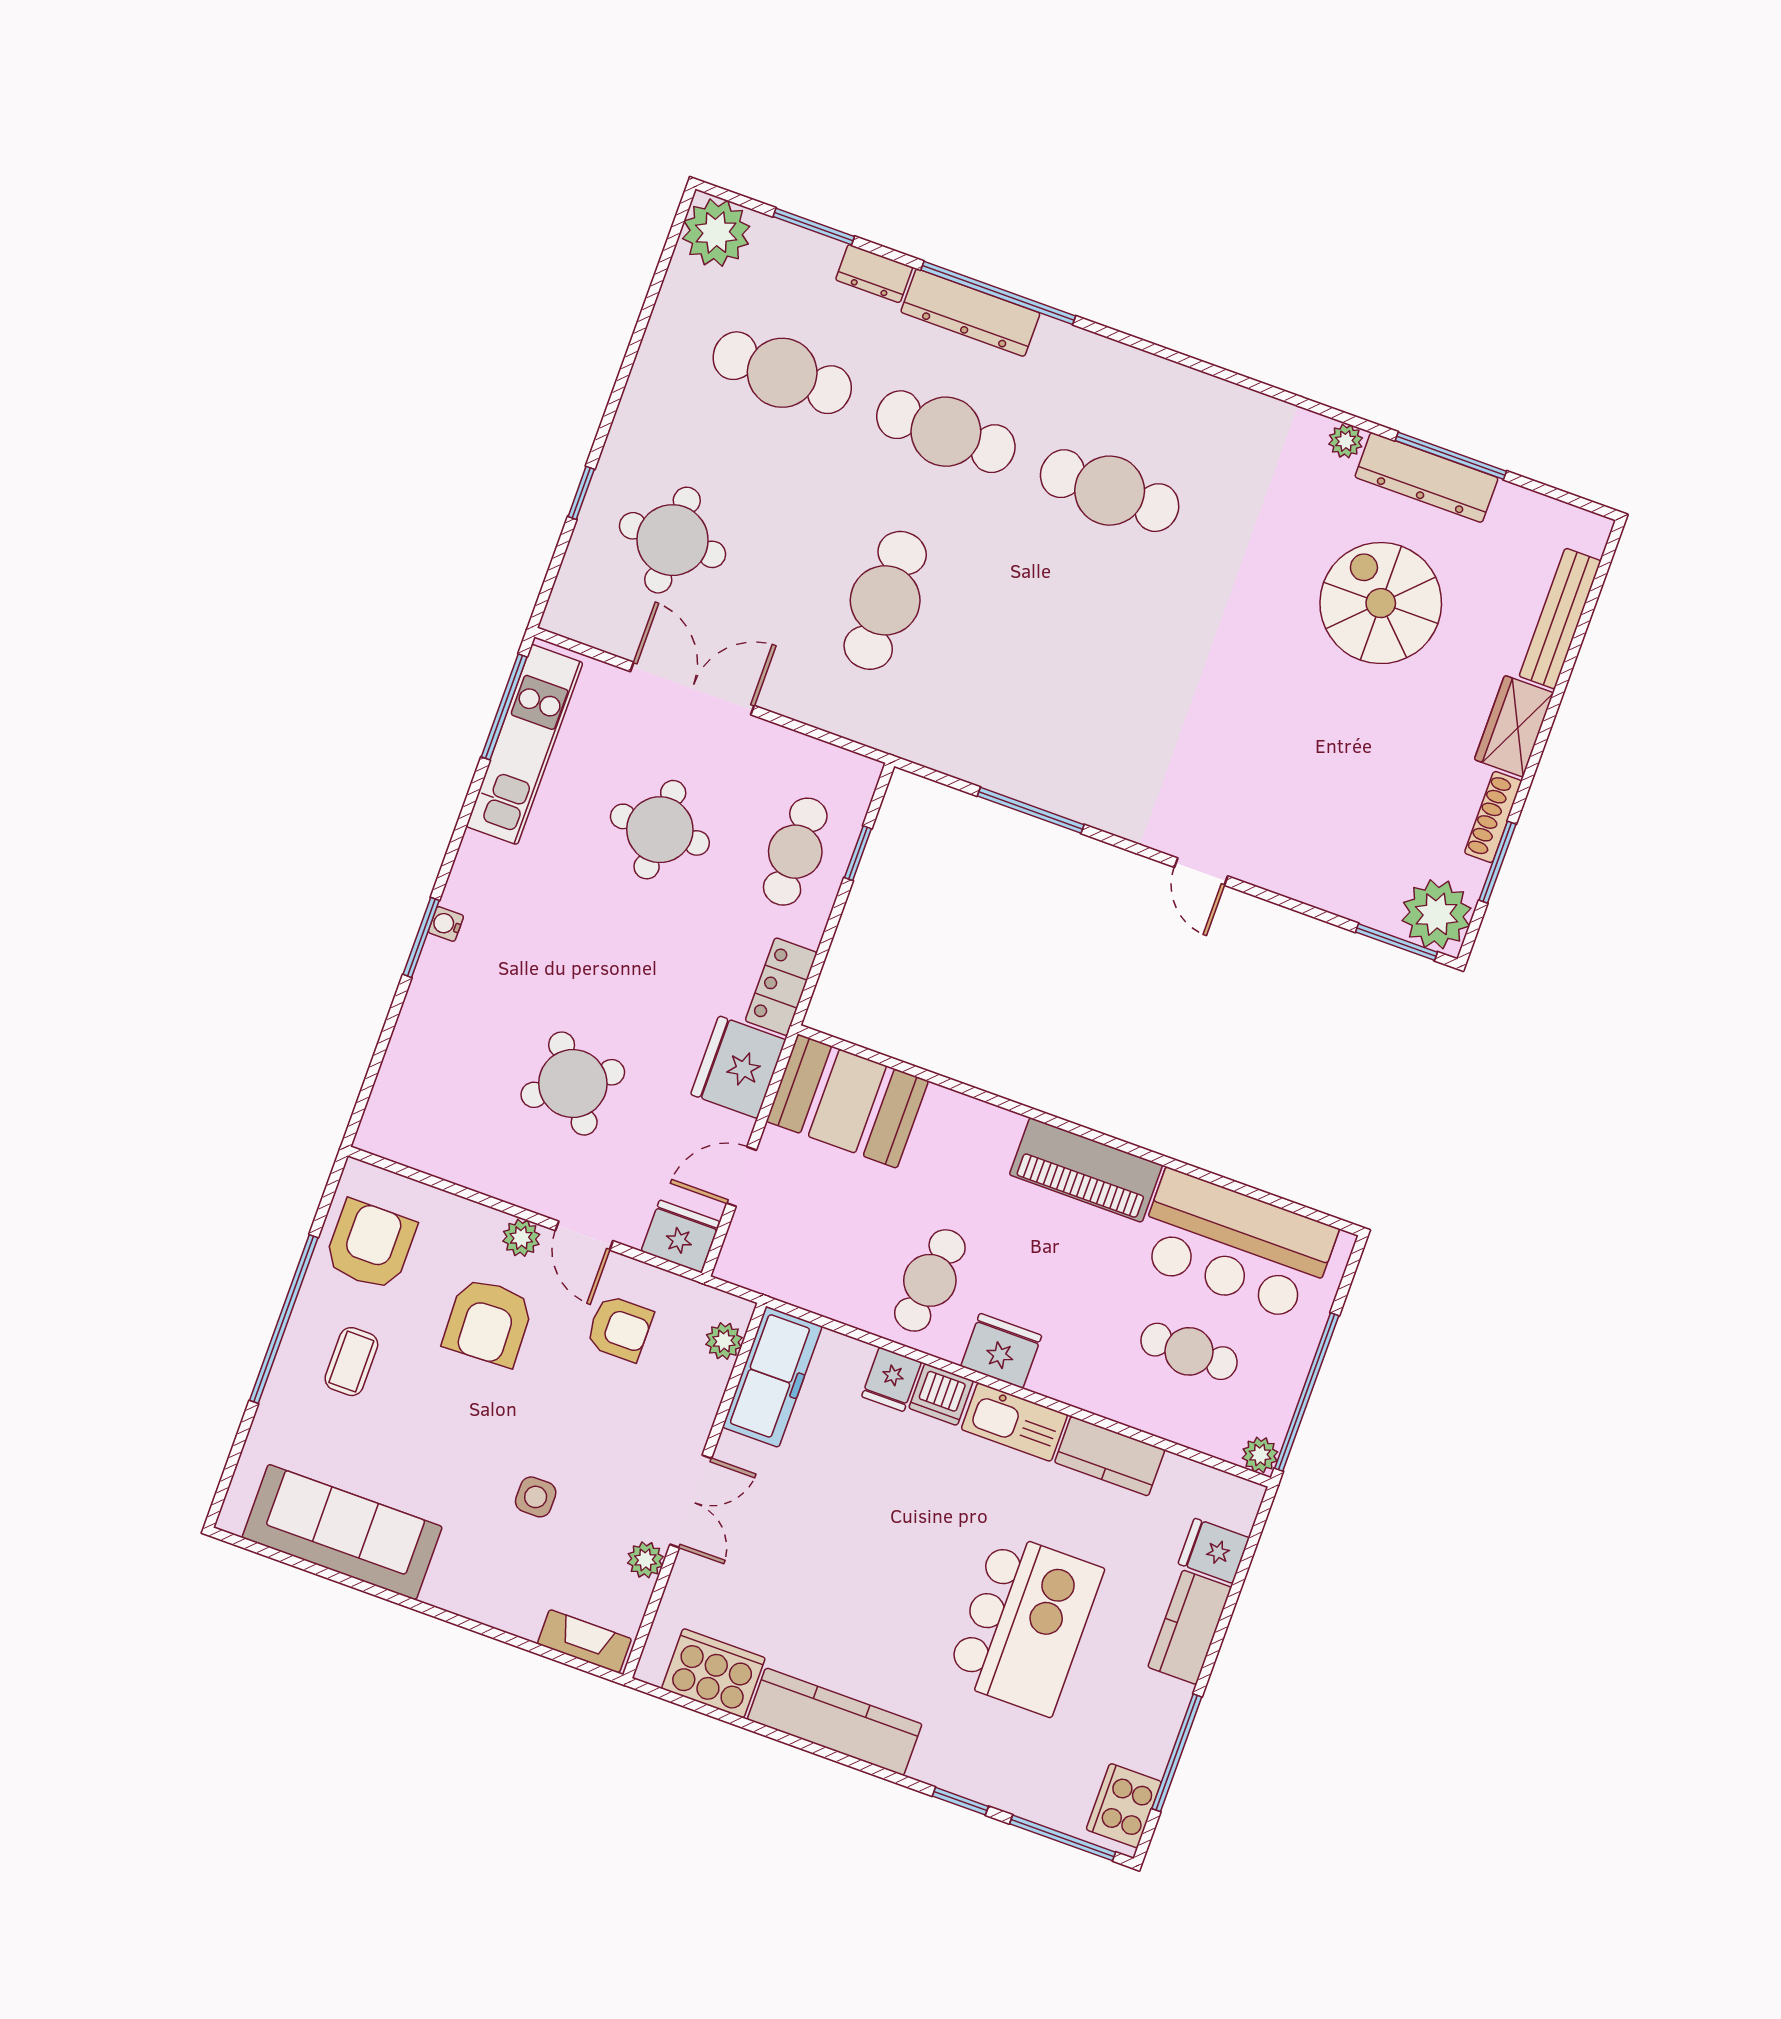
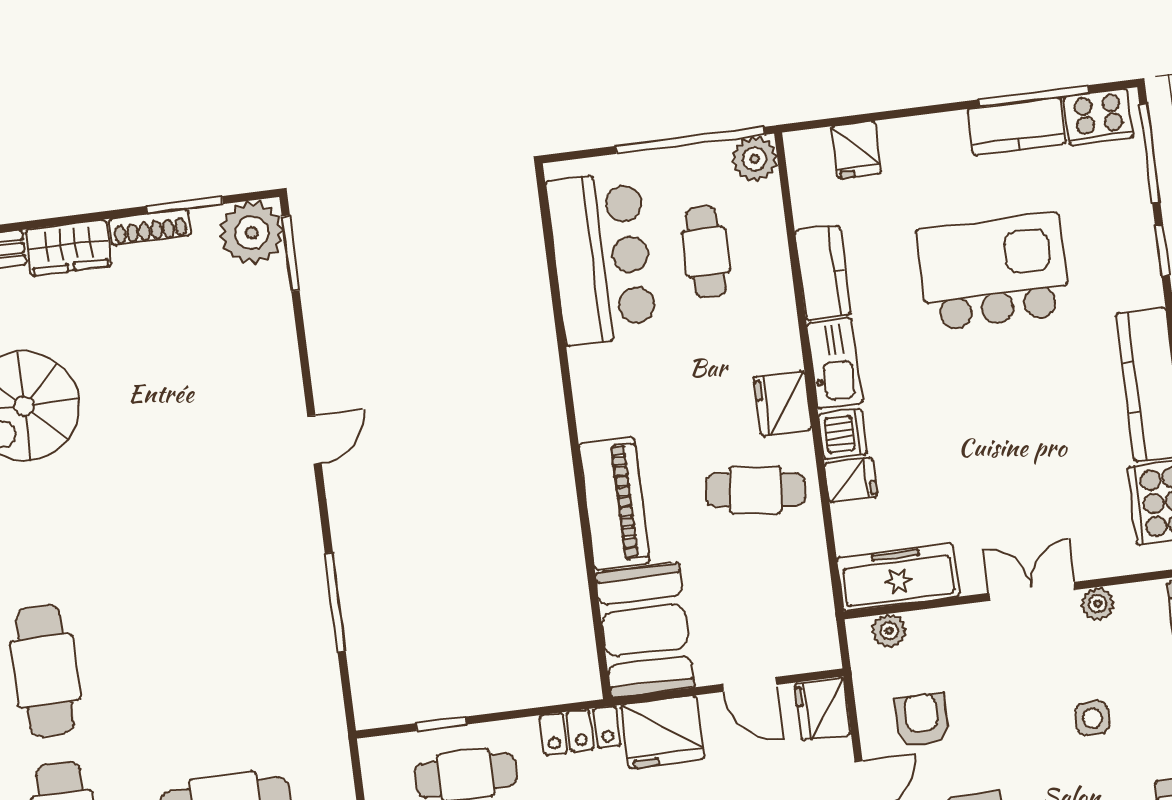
piano: (1086, 1170) -> (614, 503), moved
plant: (1260, 1455) -> (755, 159), width x1.38, depth x1.38
kitchen counter: (1190, 1627) -> (1017, 126), moved

